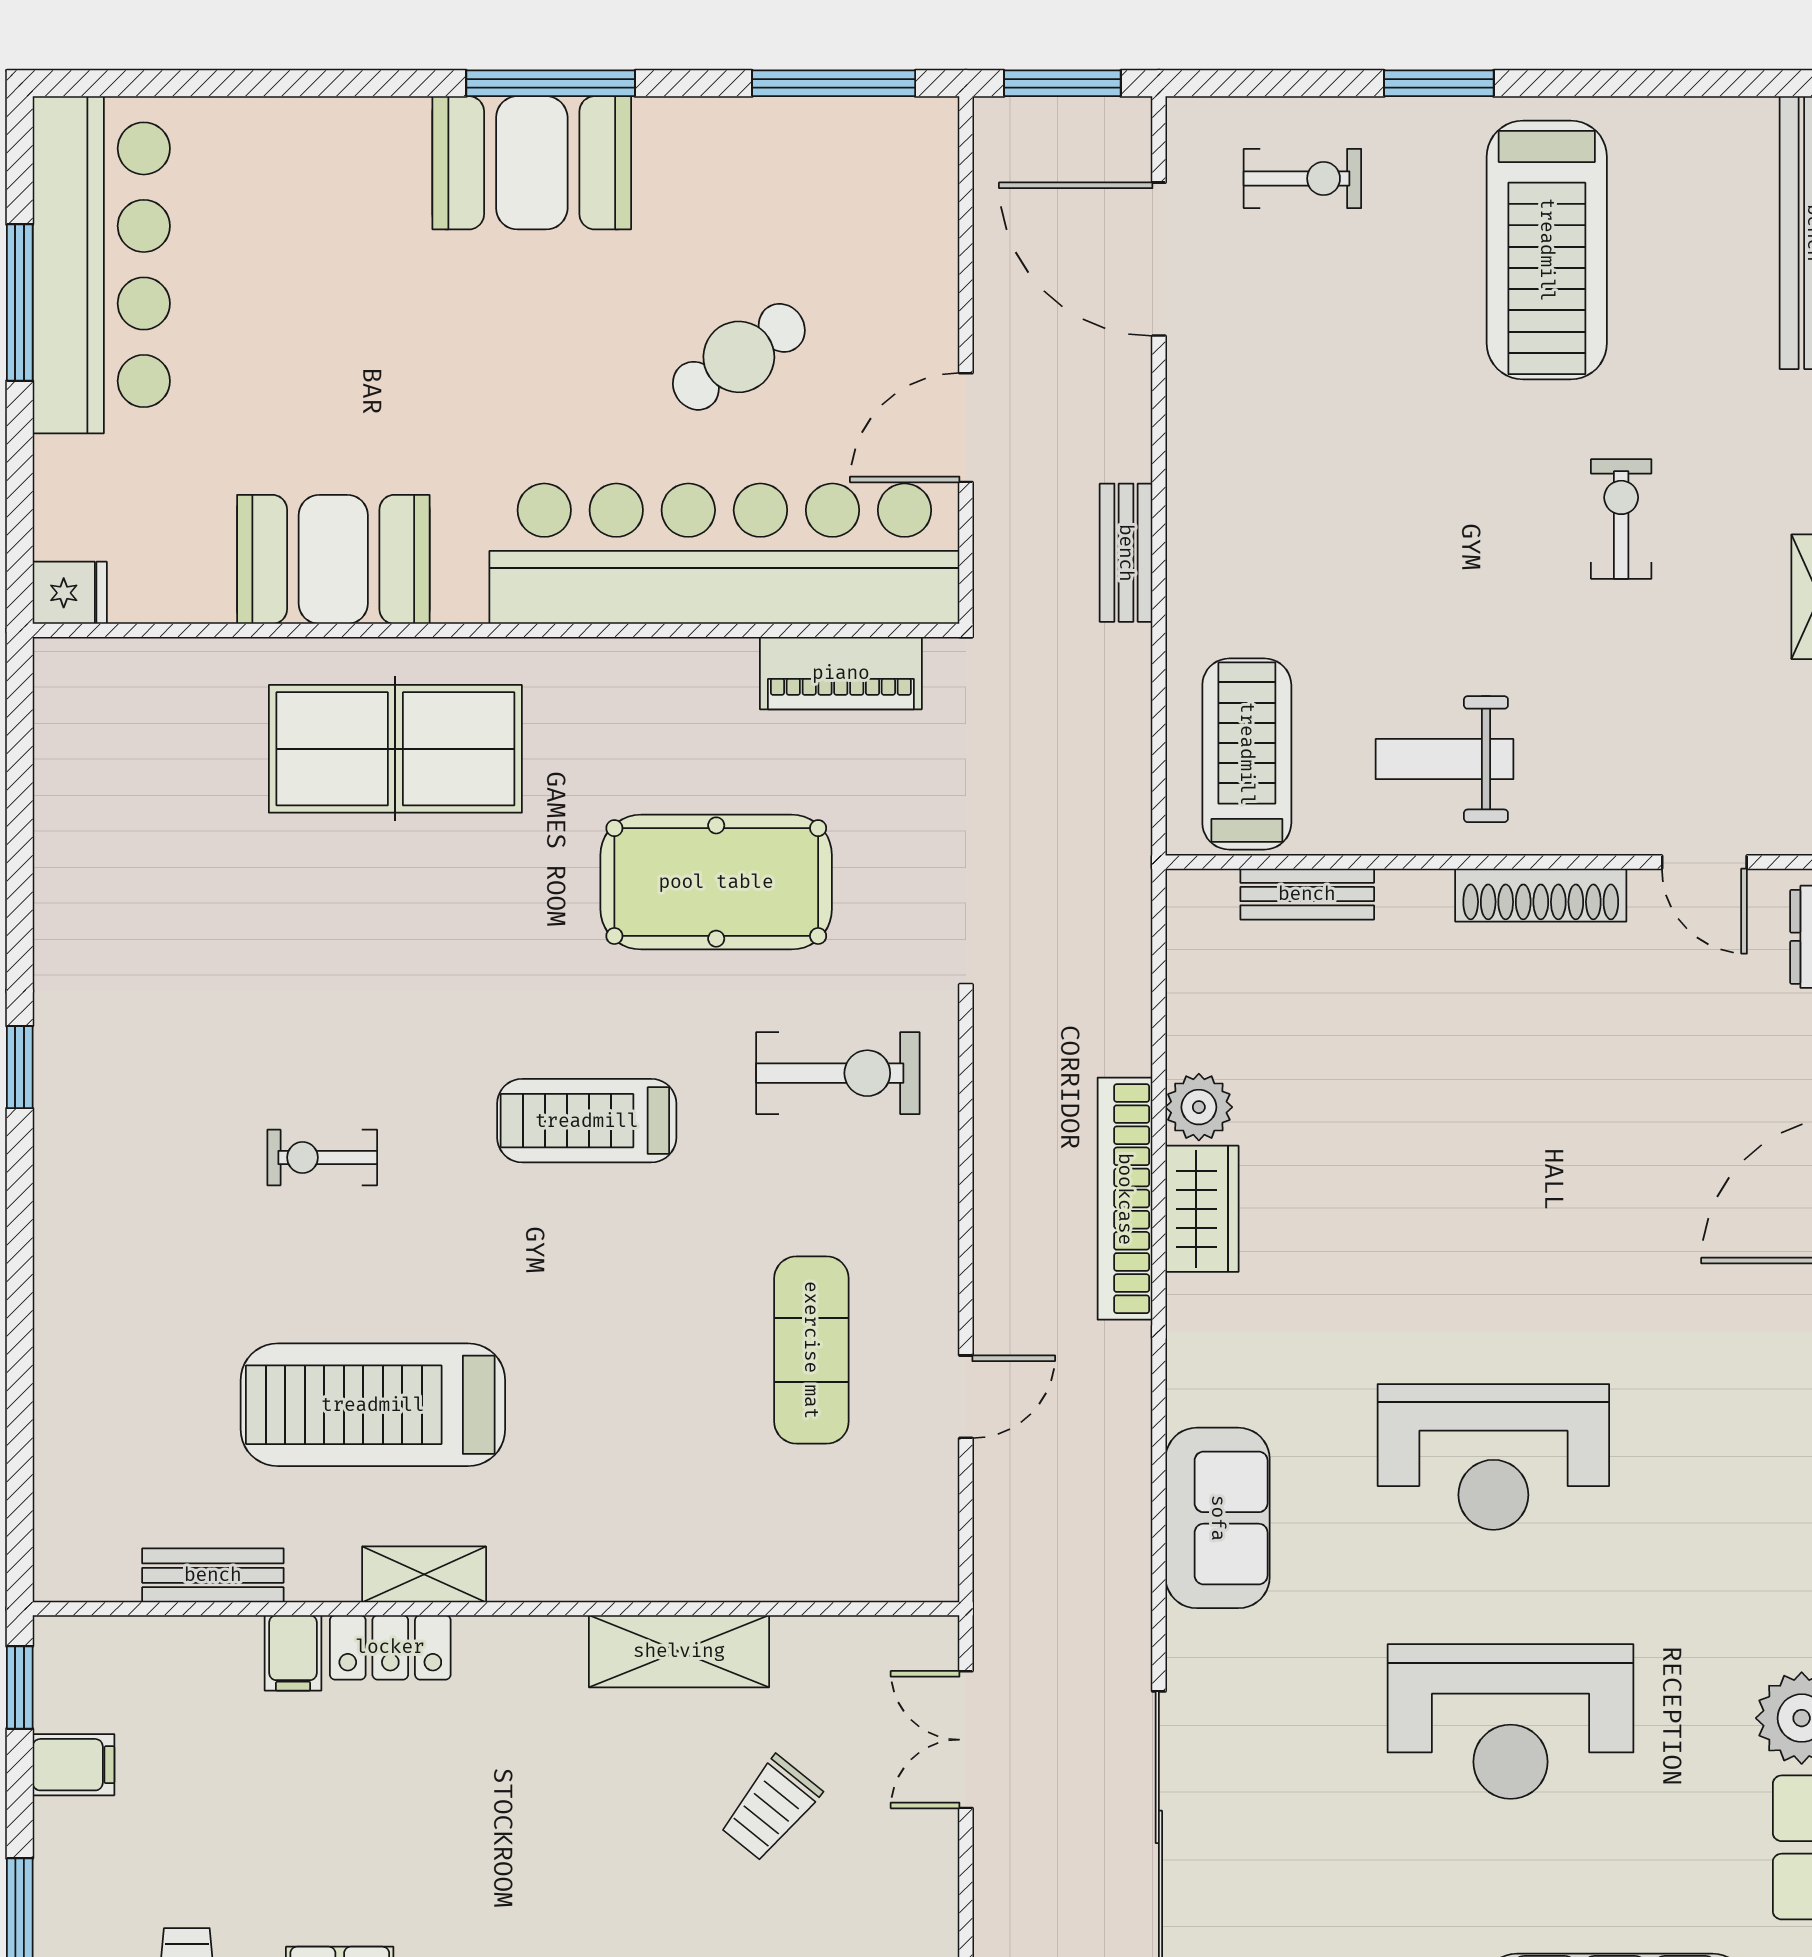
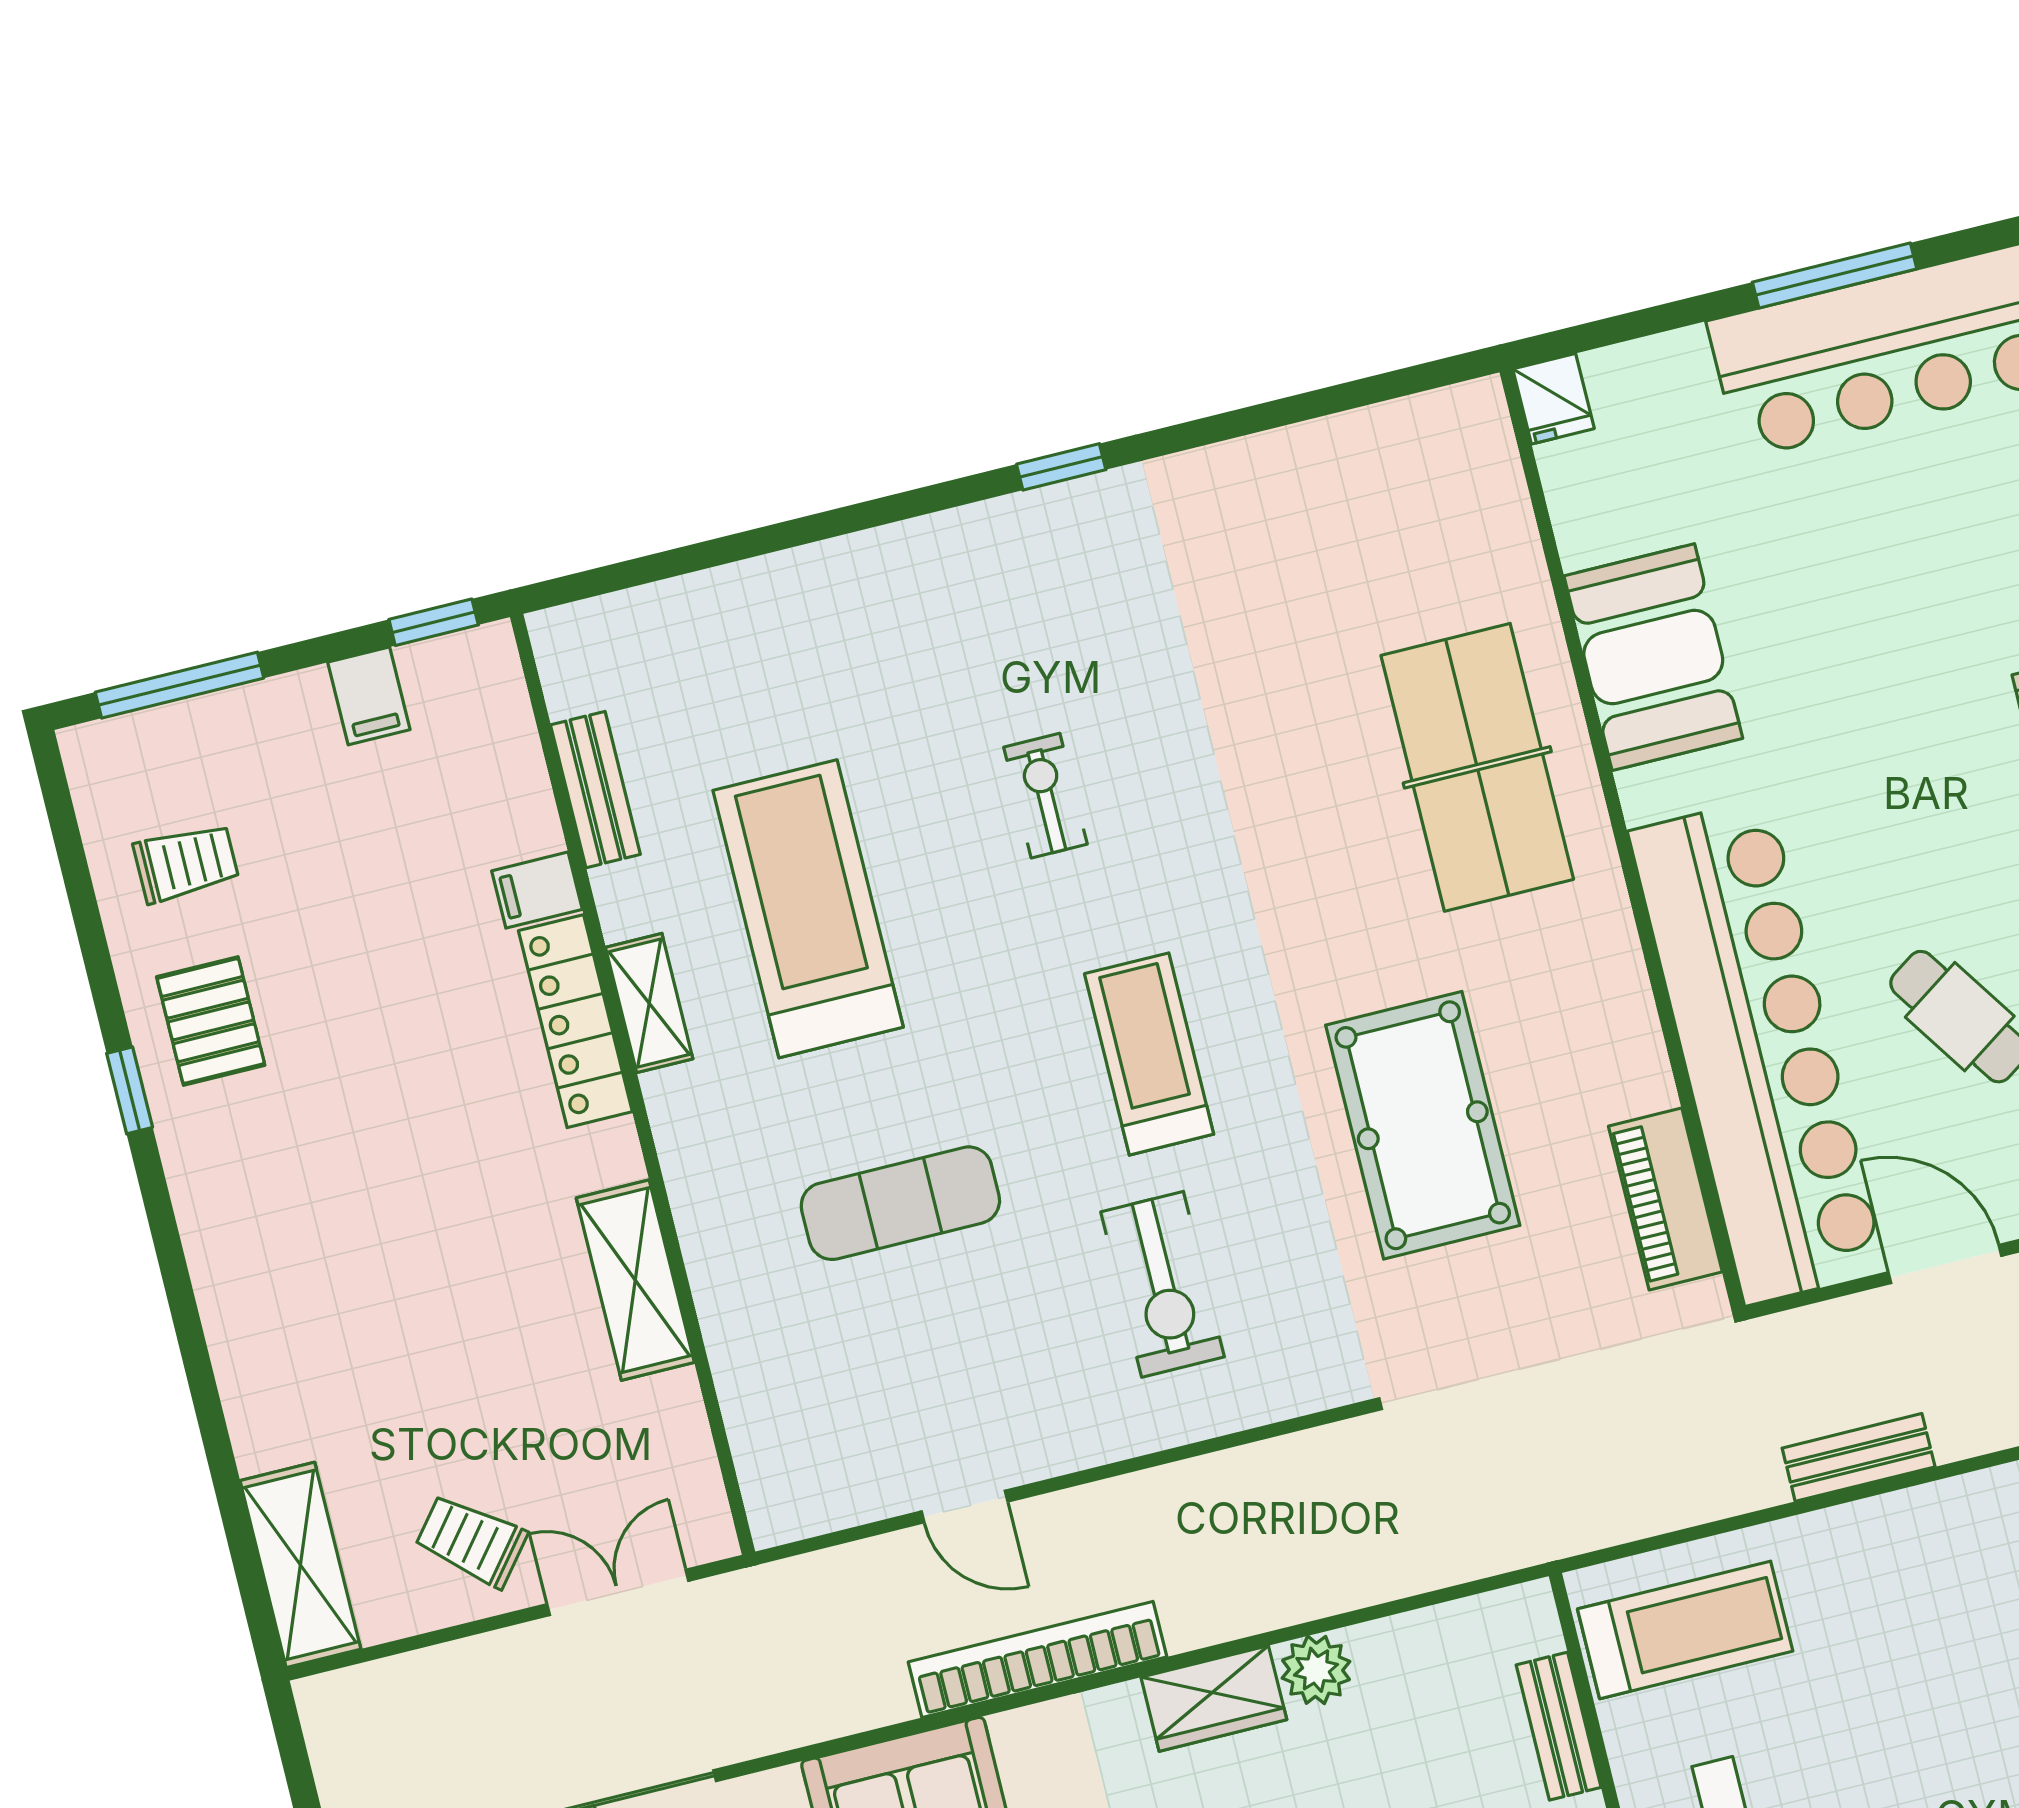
exercise bike: (838, 1073) -> (1163, 1284), moved
bookcase: (1125, 1199) -> (1037, 1659), moved
exercise mat: (811, 1350) -> (900, 1203), moved
locker: (390, 1647) -> (575, 1021), width x1.53
trolley: (770, 1808) -> (471, 1541), moved

